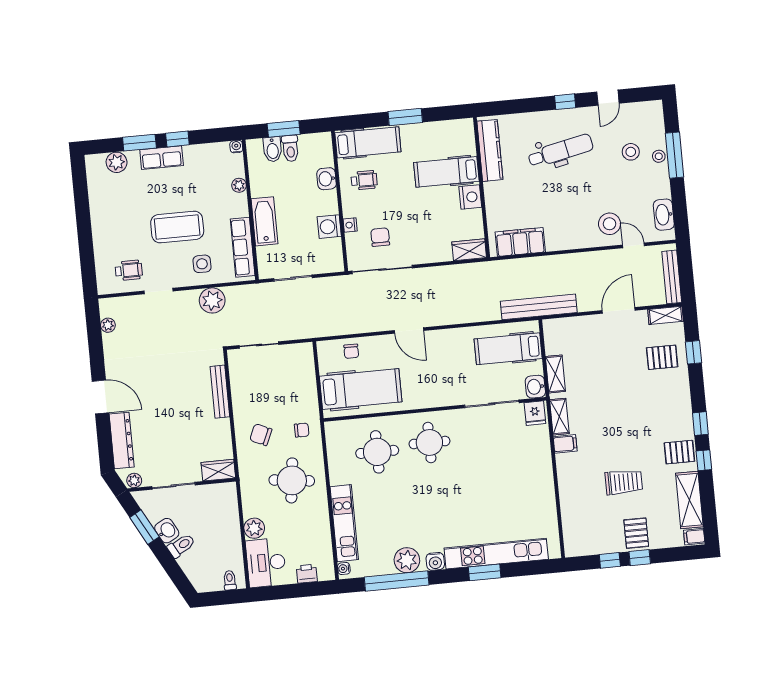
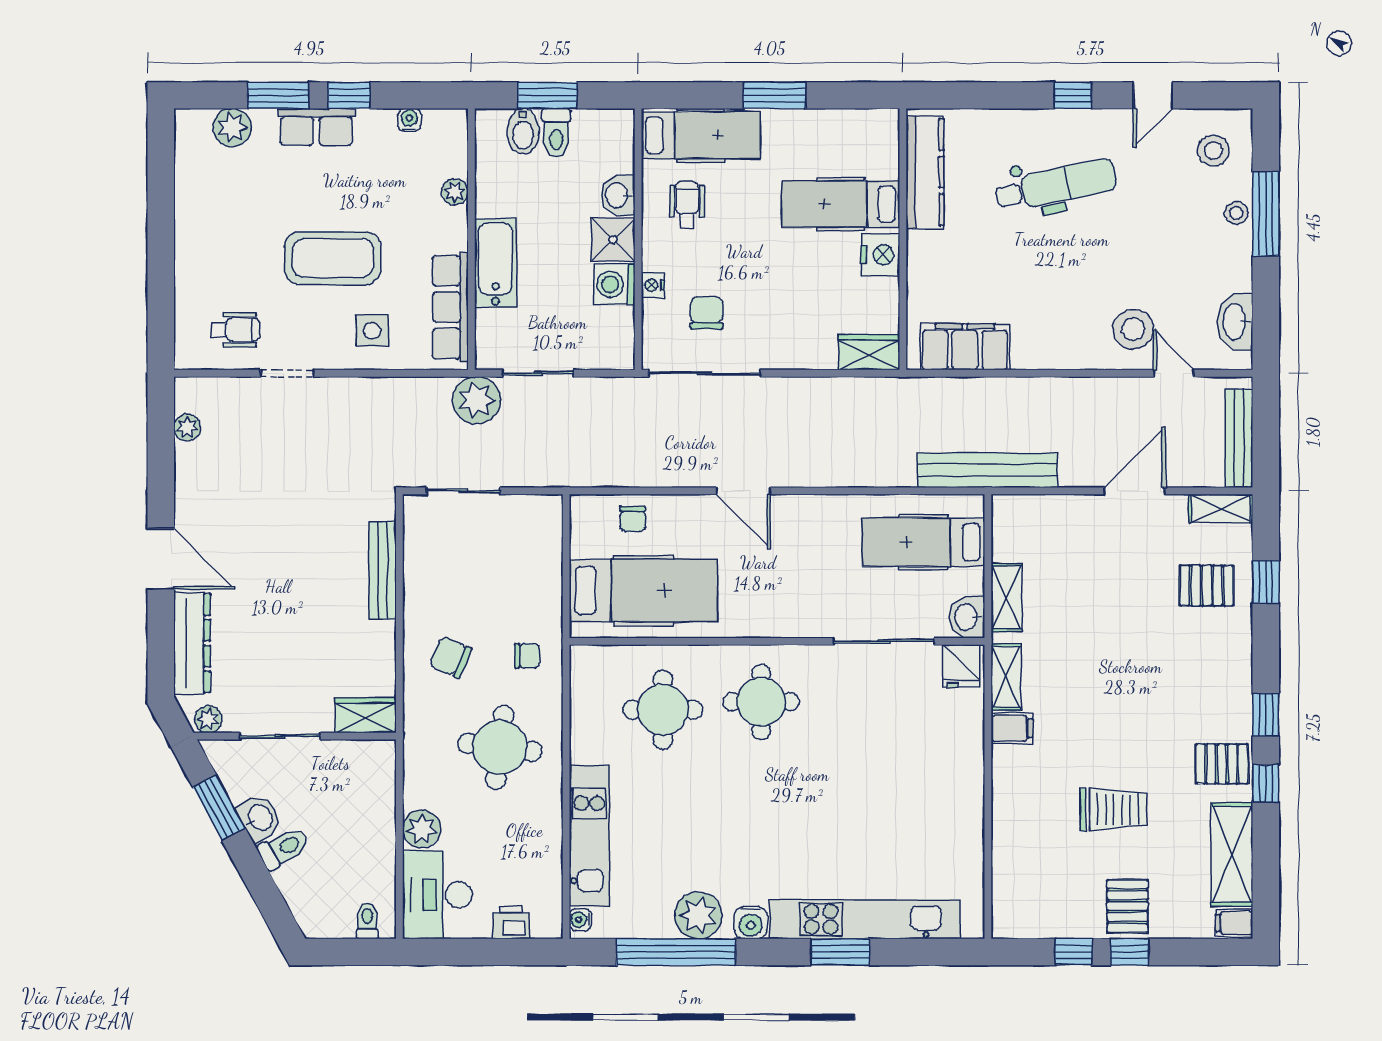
water cooler: (236, 147) -> (409, 120), moved
stool: (631, 152) -> (1213, 151), moved
wheelchair: (364, 180) -> (687, 205), turned -90
shower: (326, 203) -> (613, 240), added
plant: (212, 300) -> (476, 400), moved

